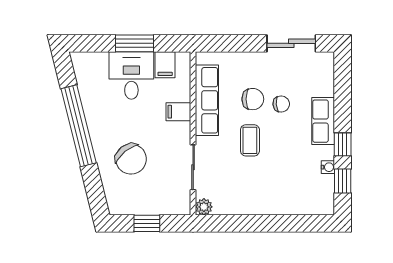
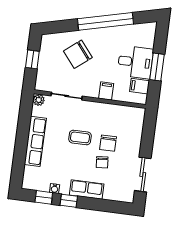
row of seats: (207, 100) -> (35, 141), moved, turned -90

